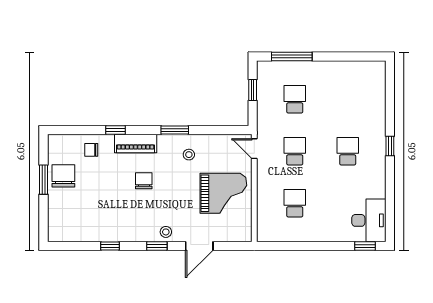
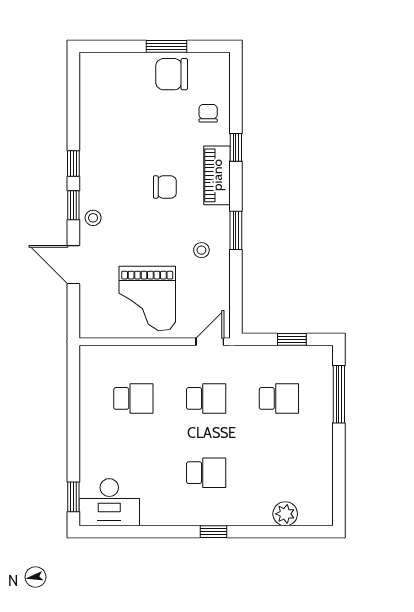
plant: (377, 95) -> (285, 514), added
chair: (63, 176) -> (172, 74), turned 180
window: (110, 246) -> (73, 163), moved

